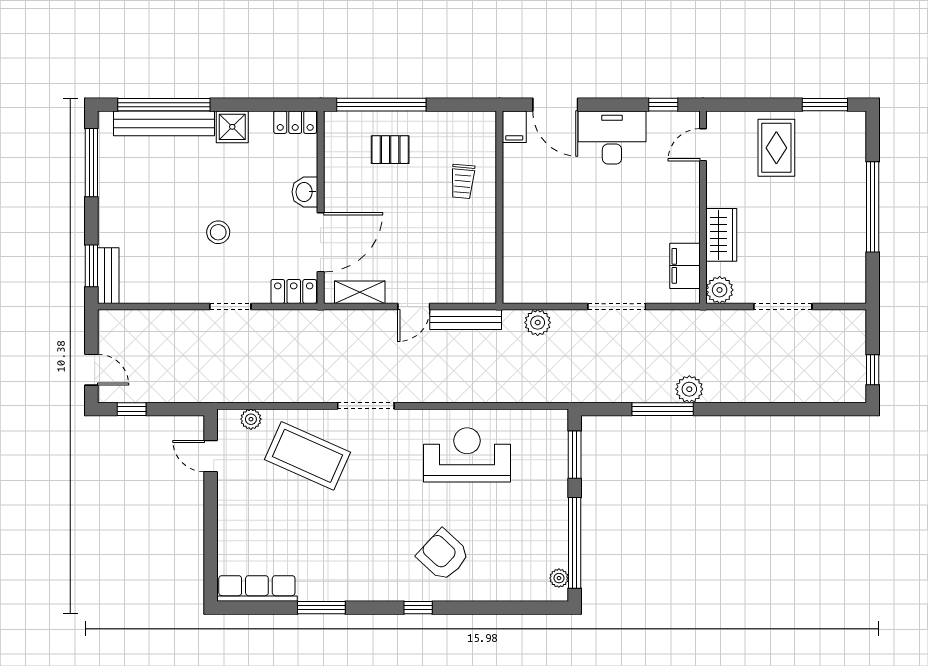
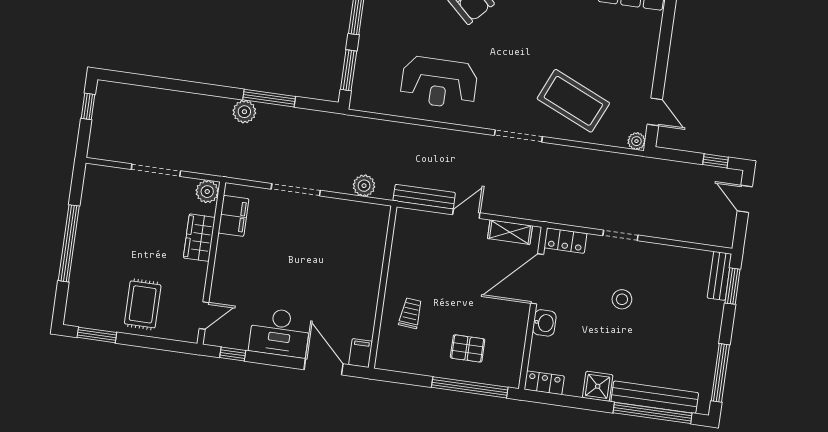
plant: (251, 419) -> (636, 141), moved

